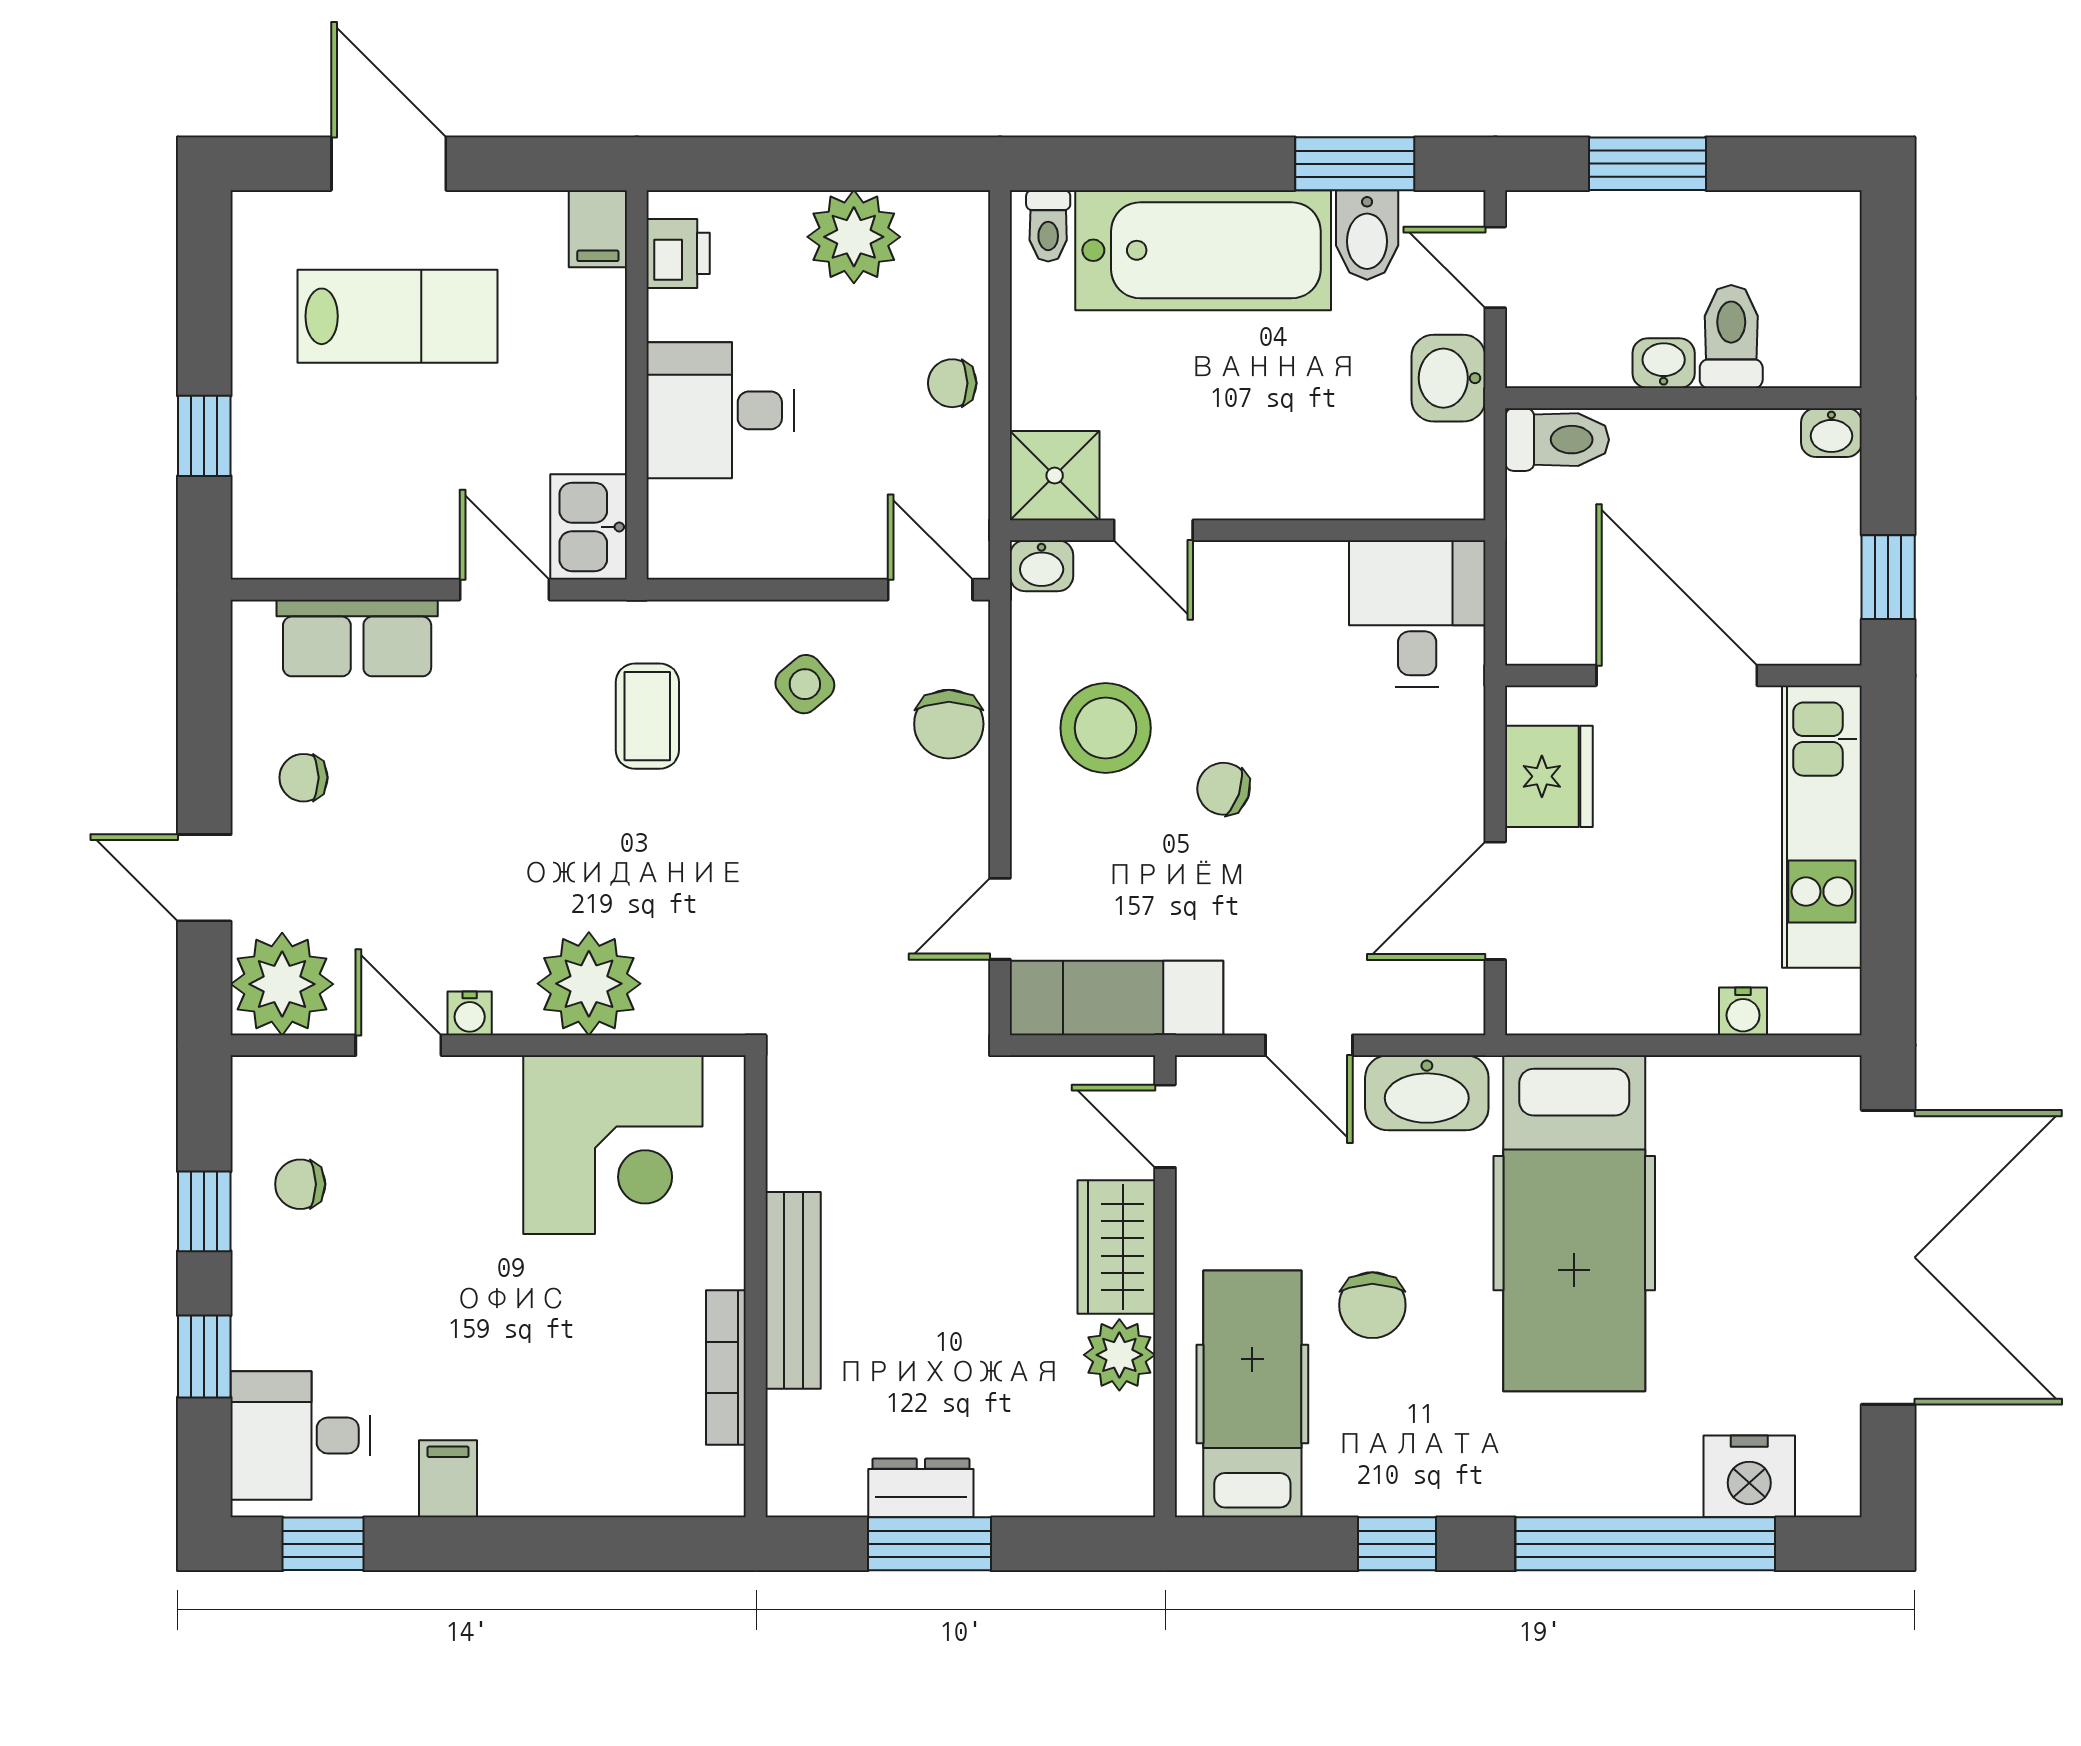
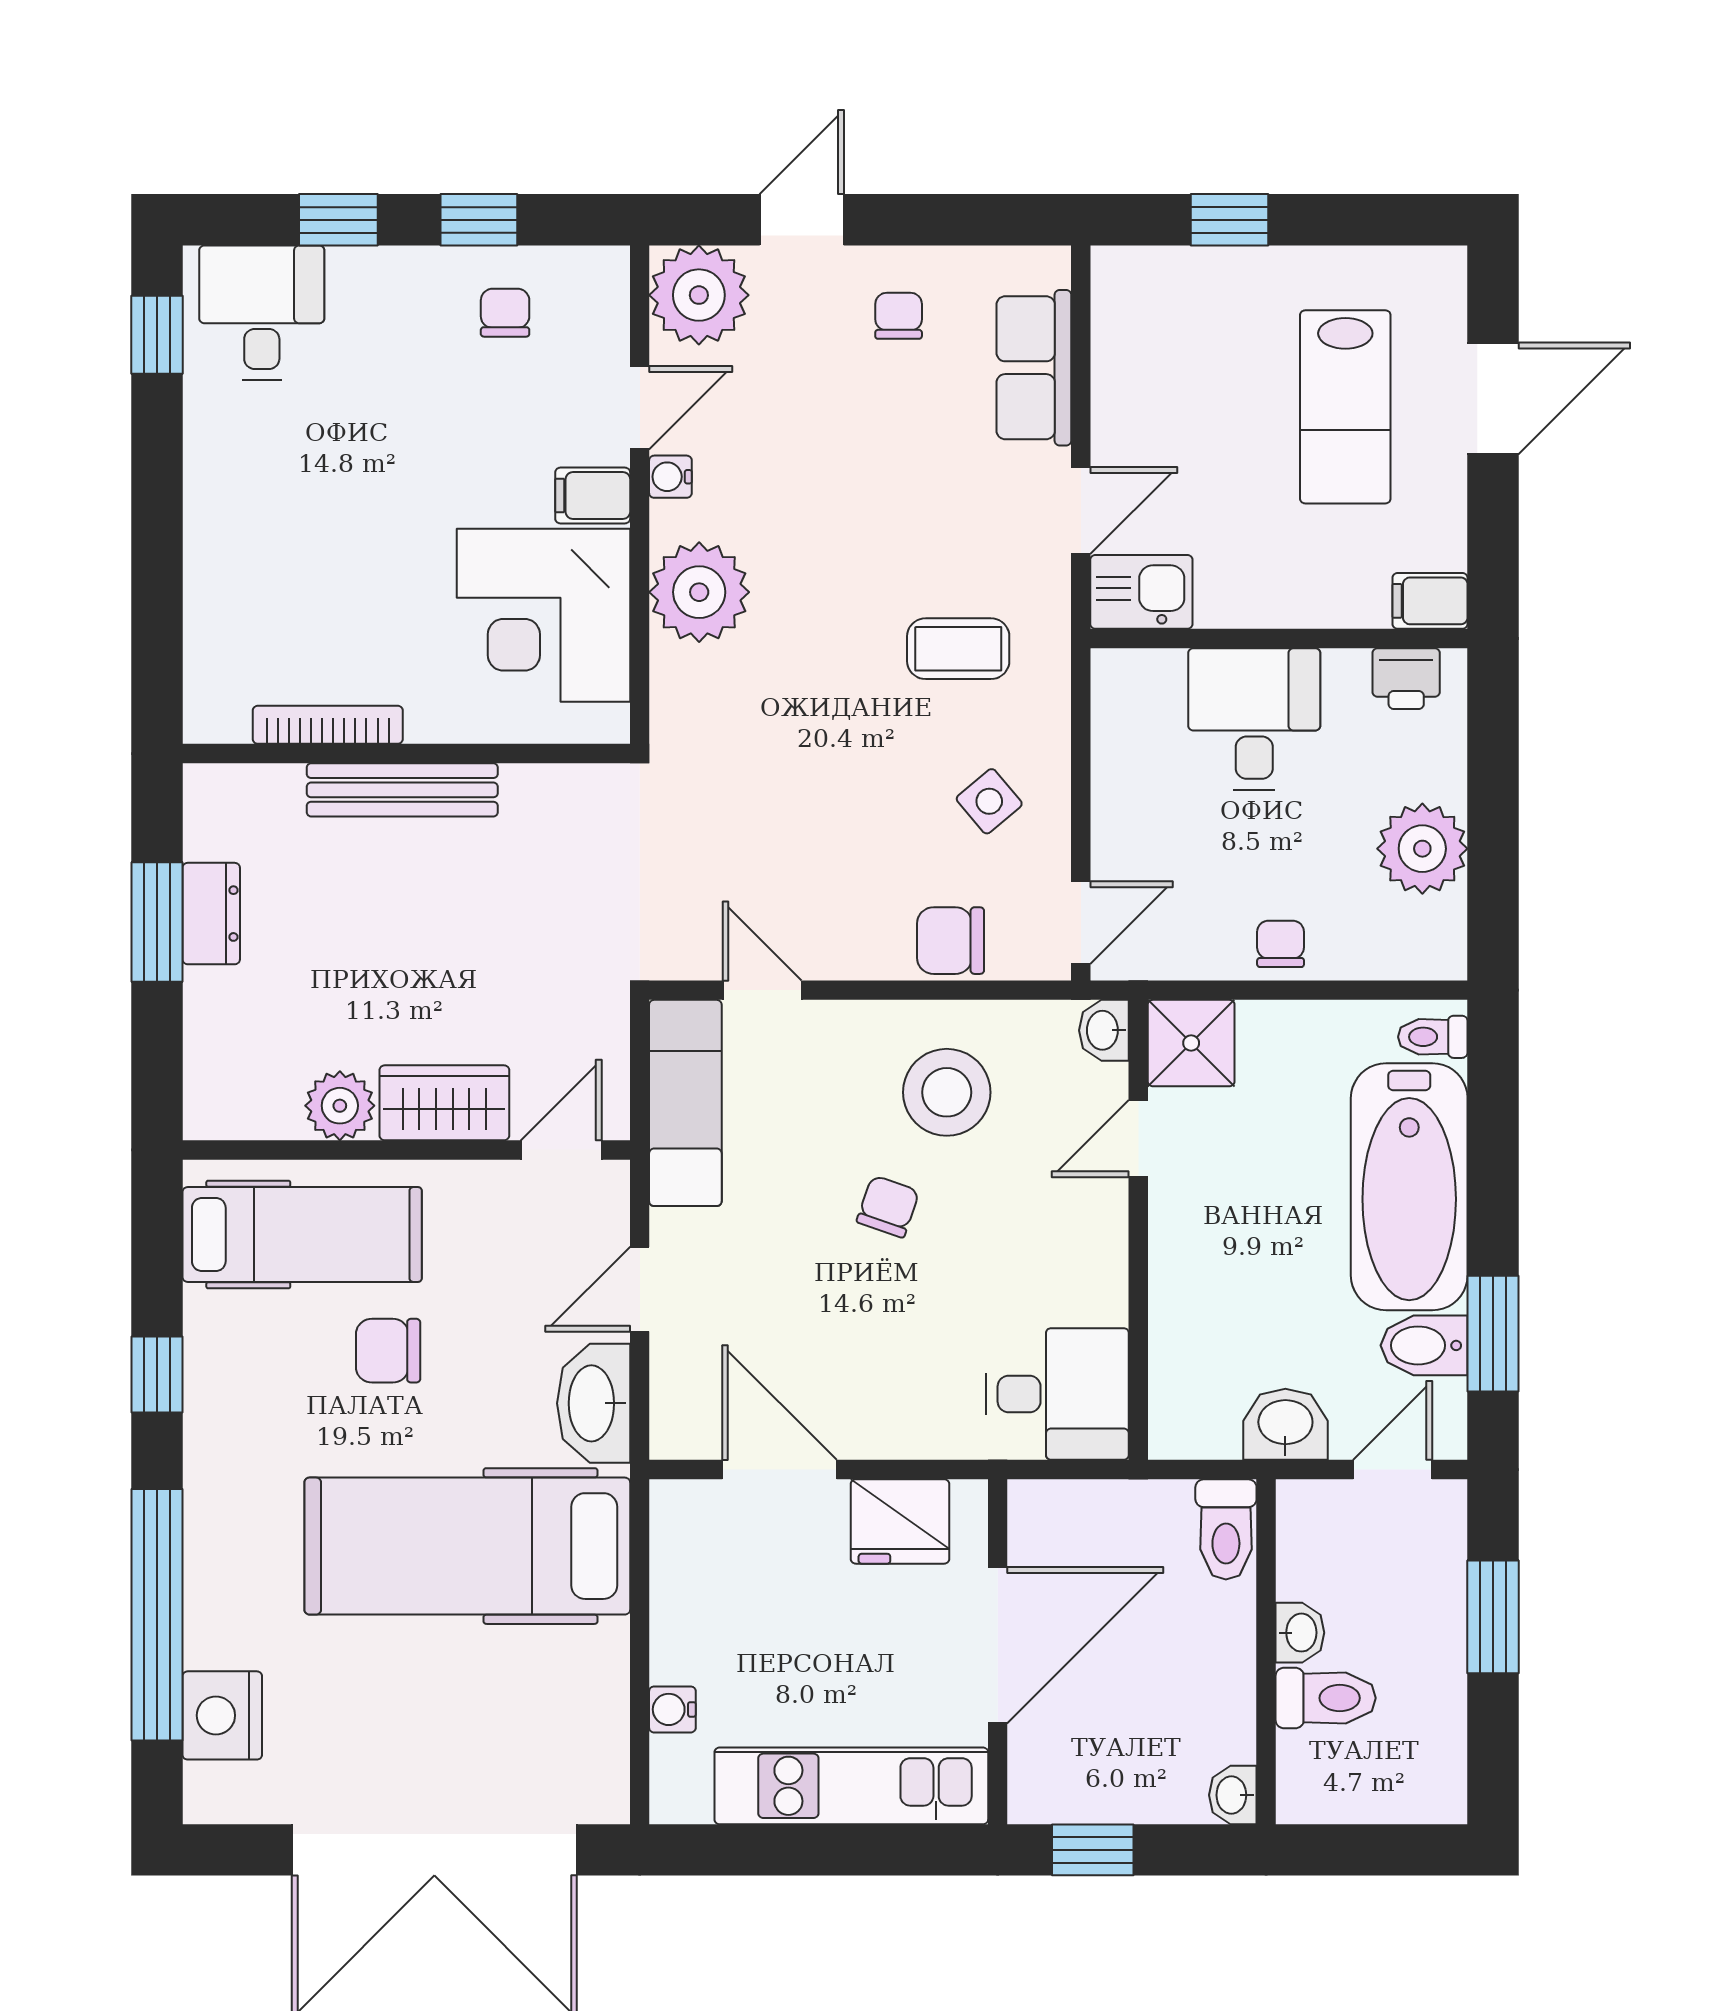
filing cabinet: (448, 1479) -> (593, 496), moved, turned 180

